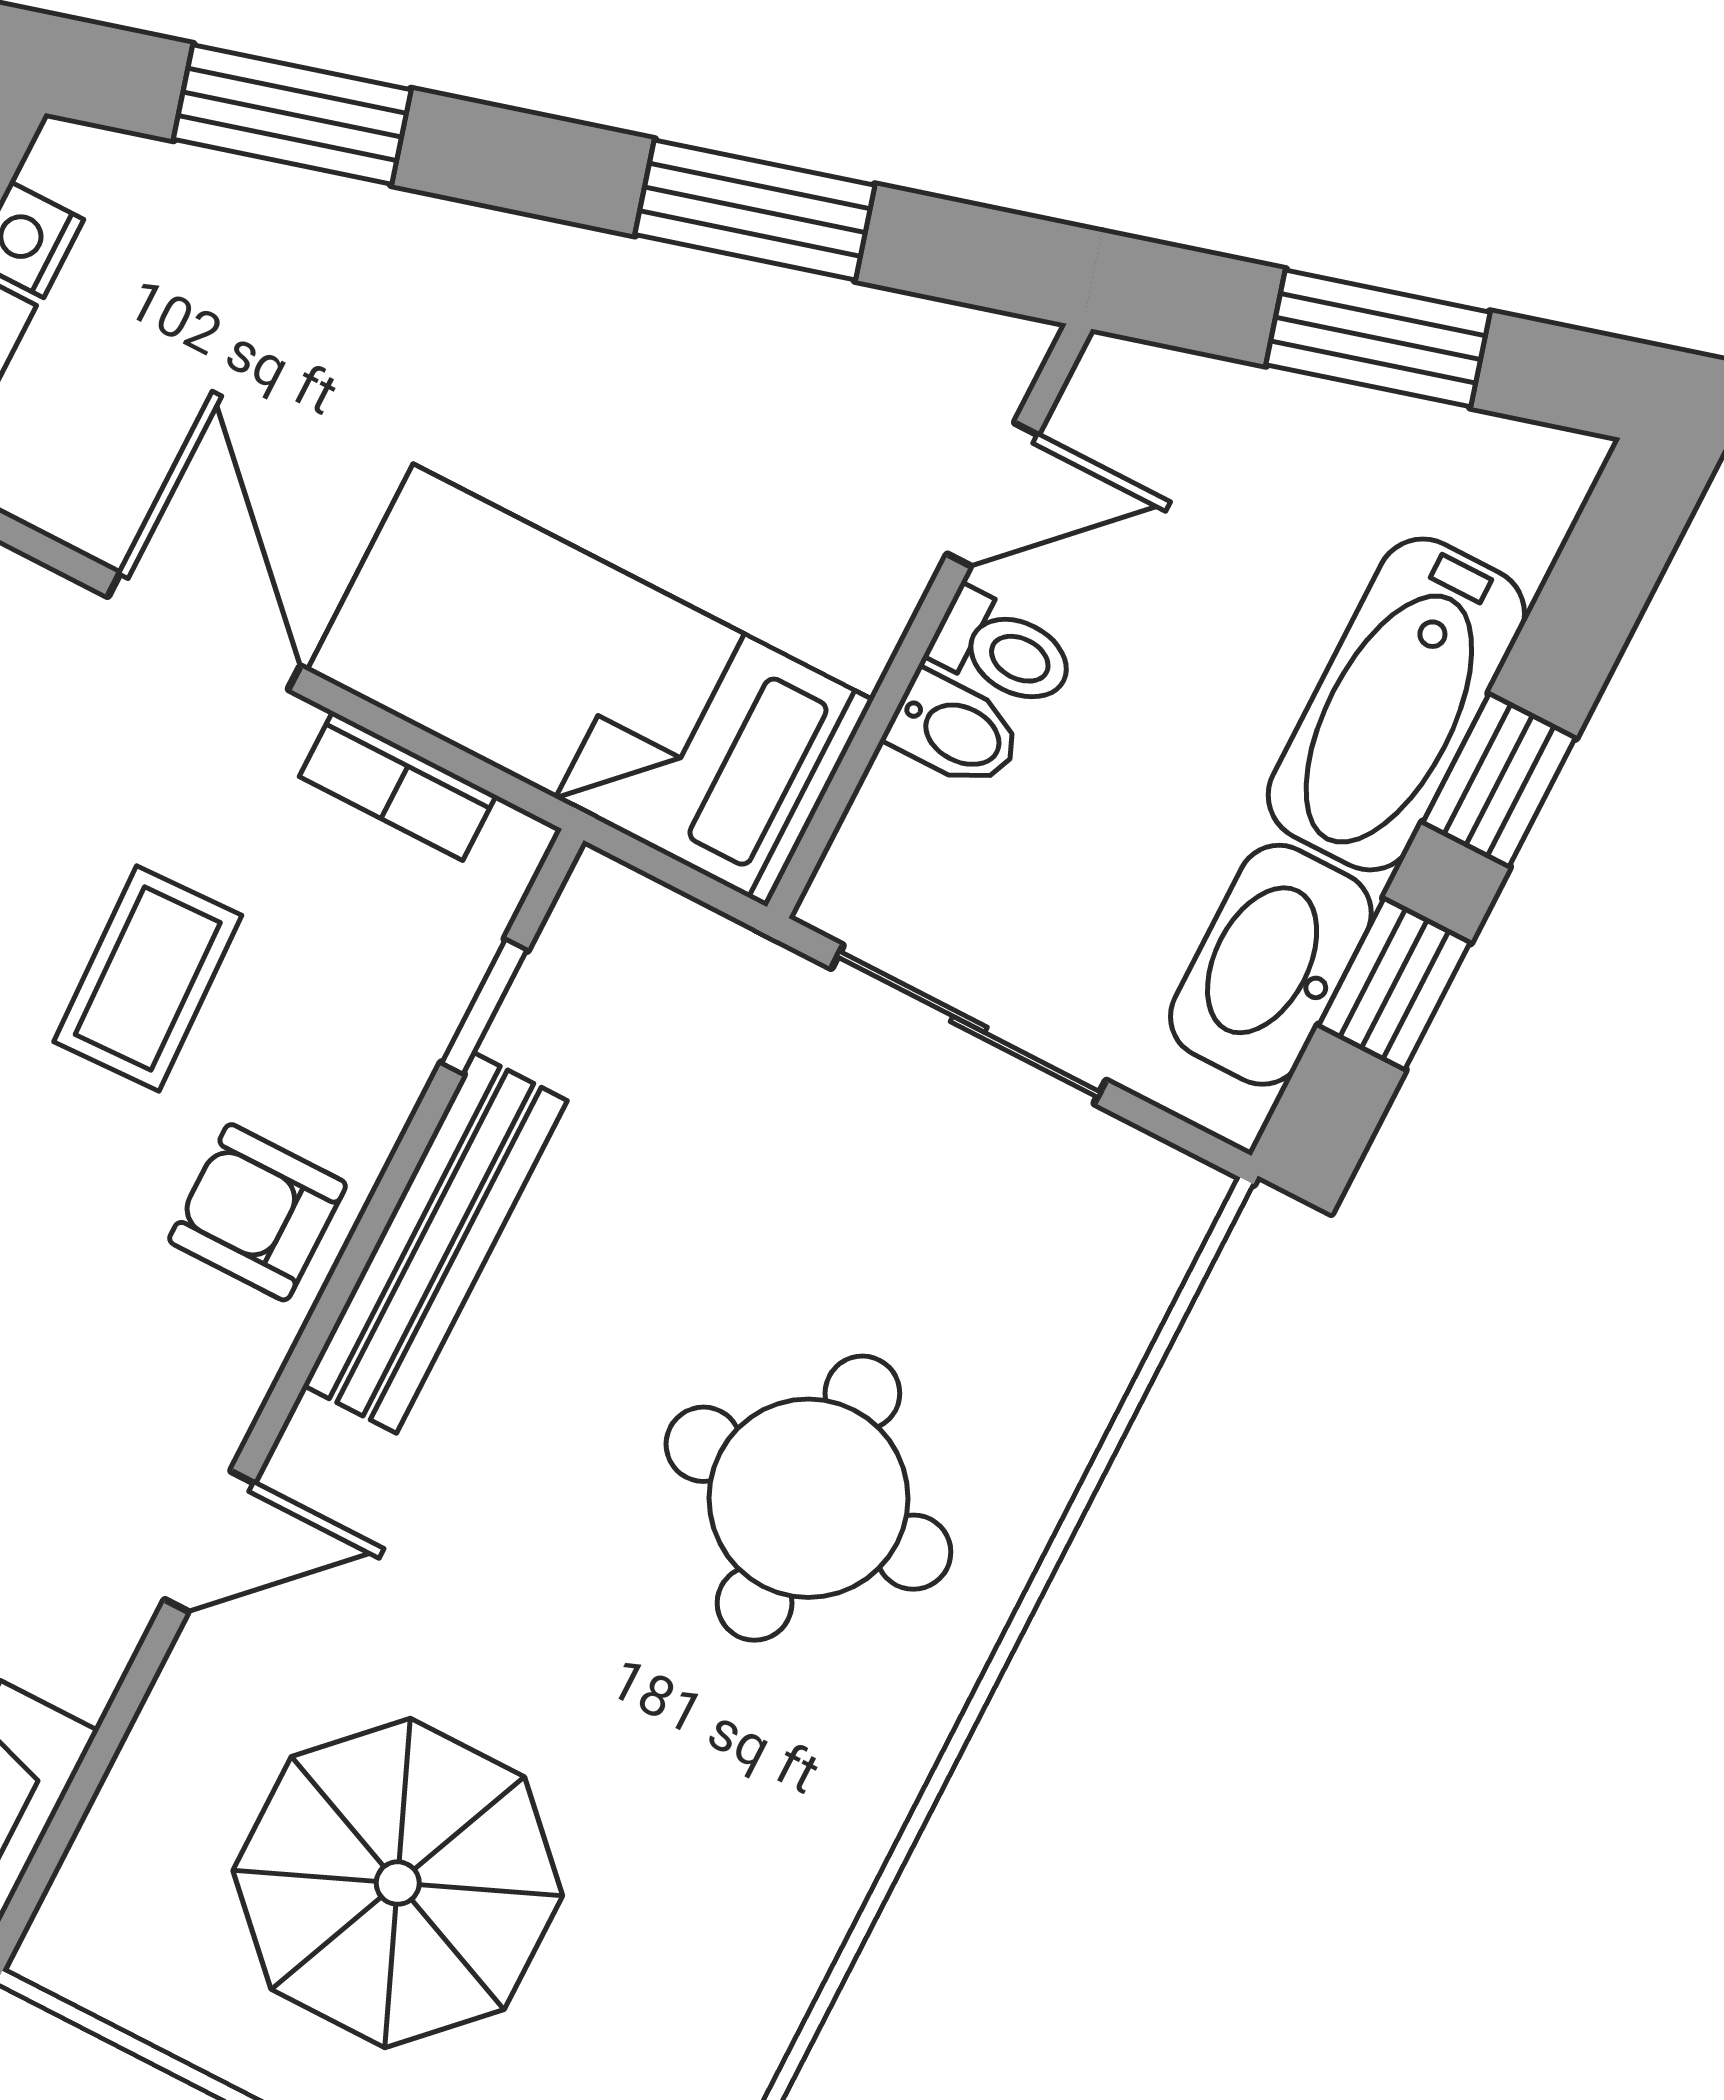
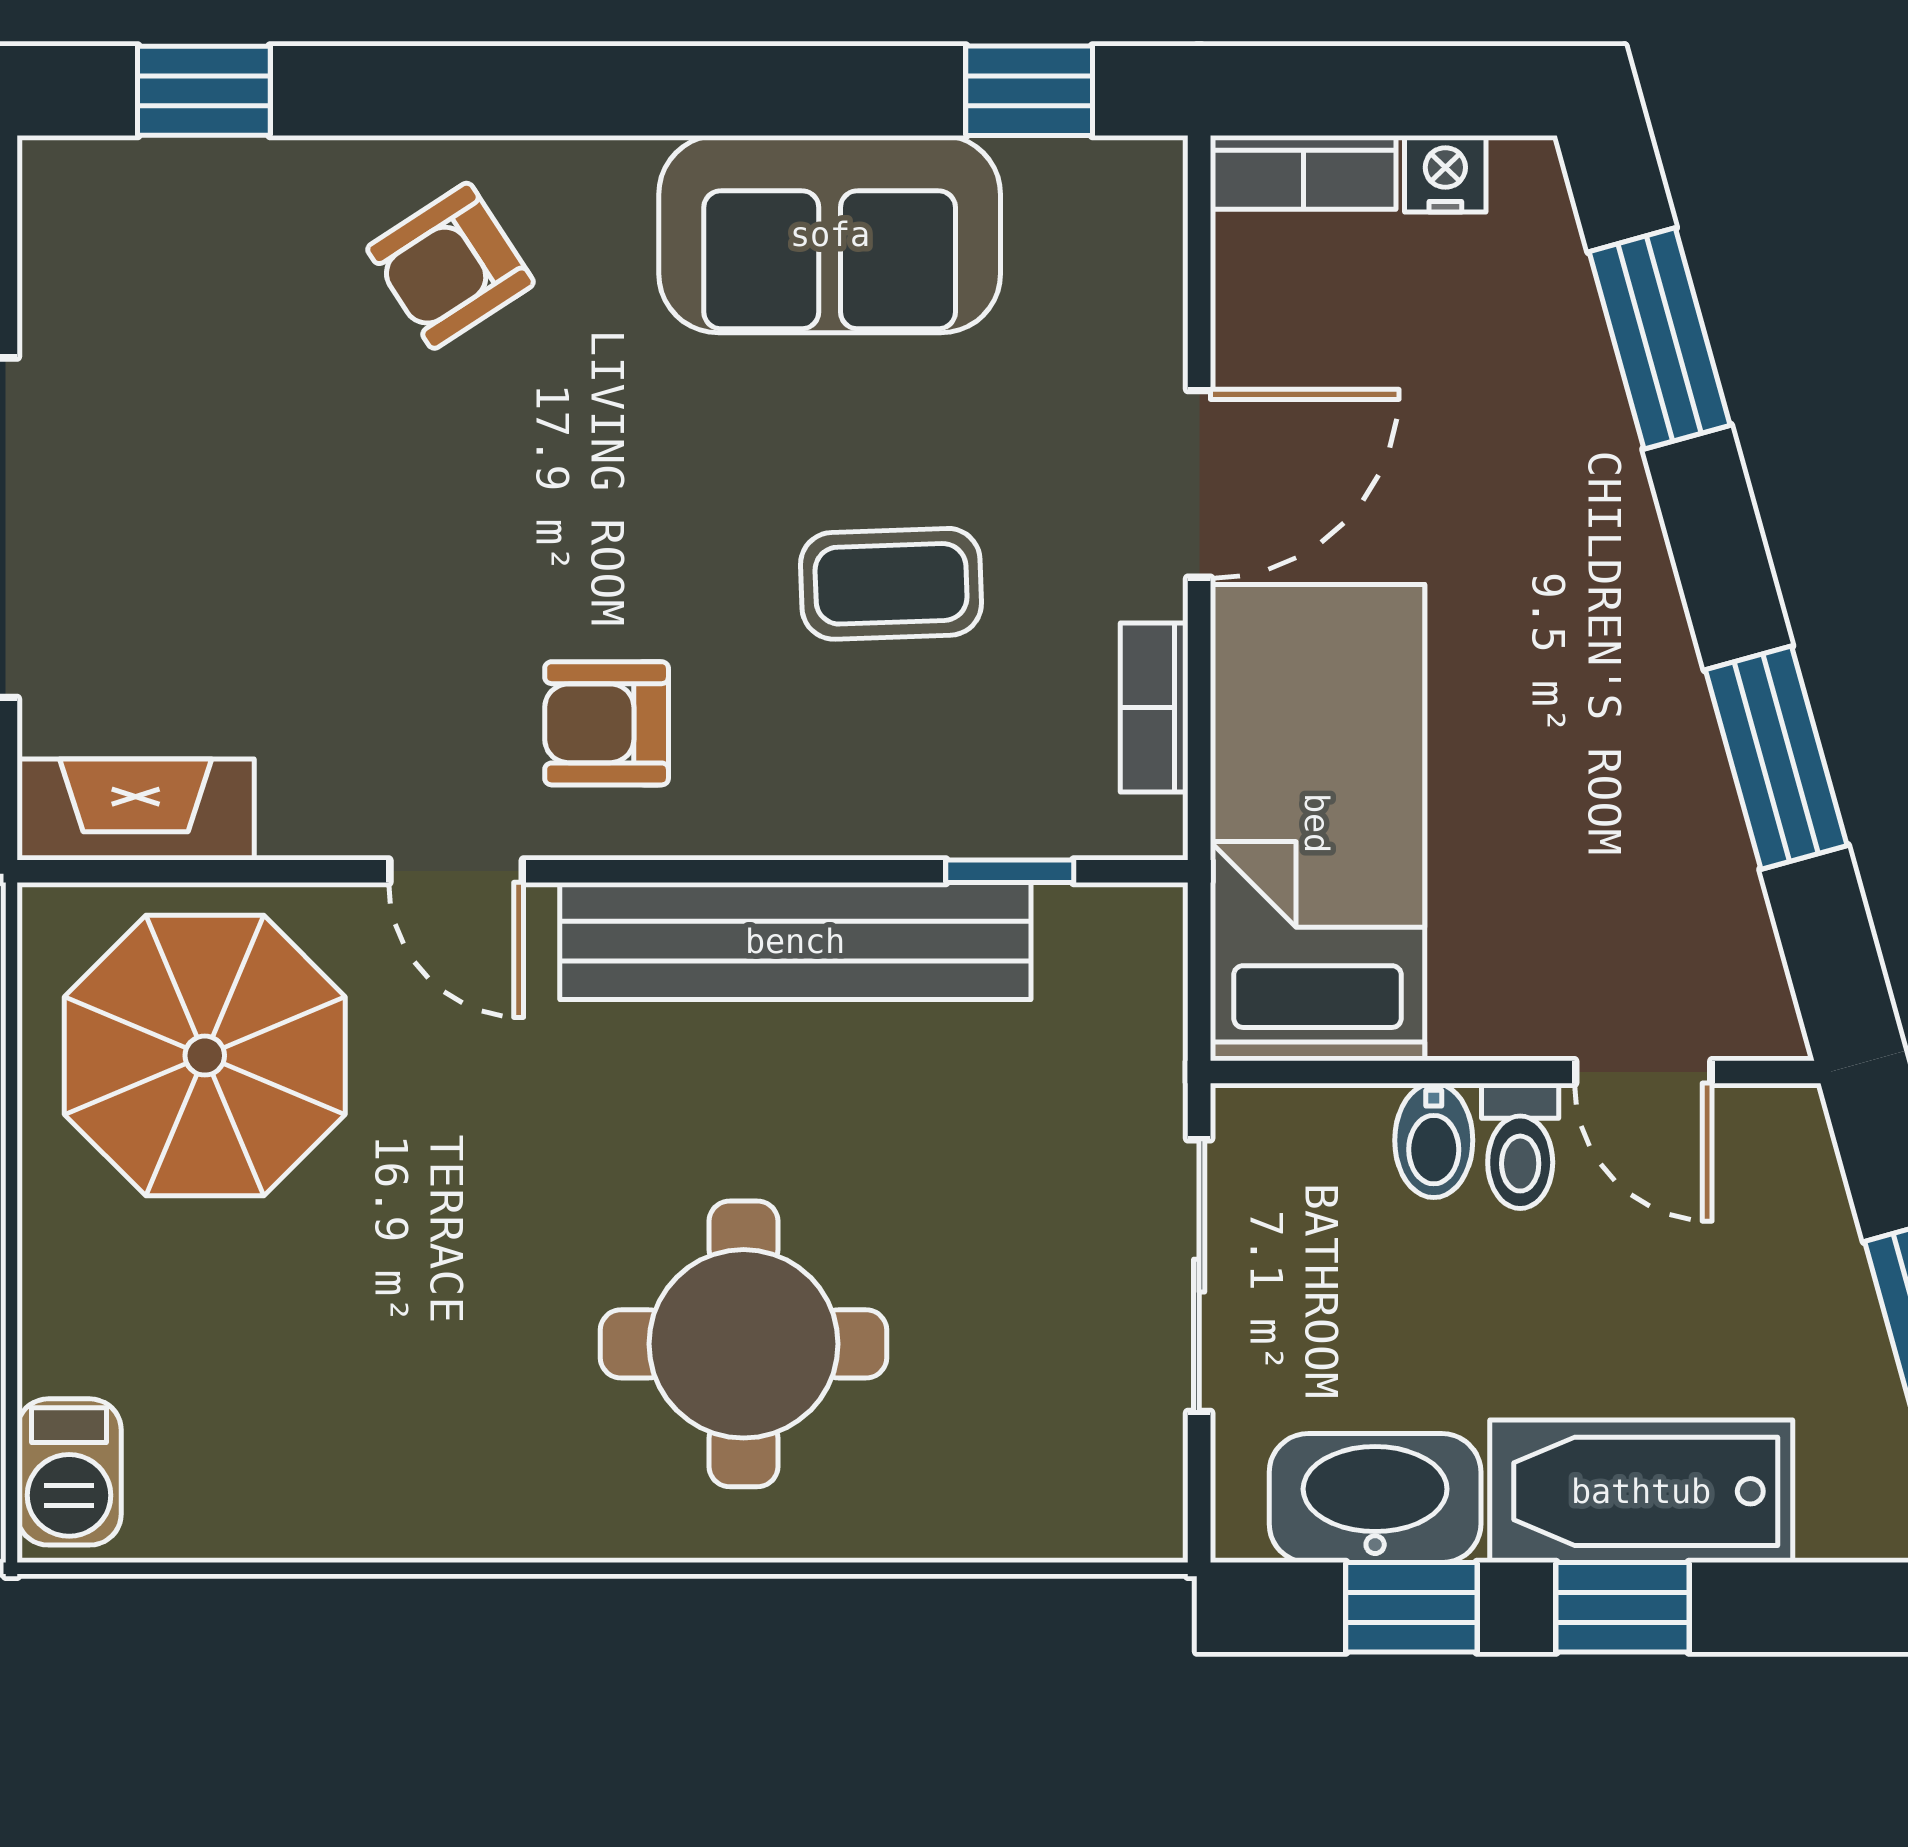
armchair: (258, 1212) -> (607, 723), moved, turned -90
bench: (435, 1243) -> (795, 941), width x1.37, depth x1.21
parasol: (398, 1883) -> (205, 1056), moved

